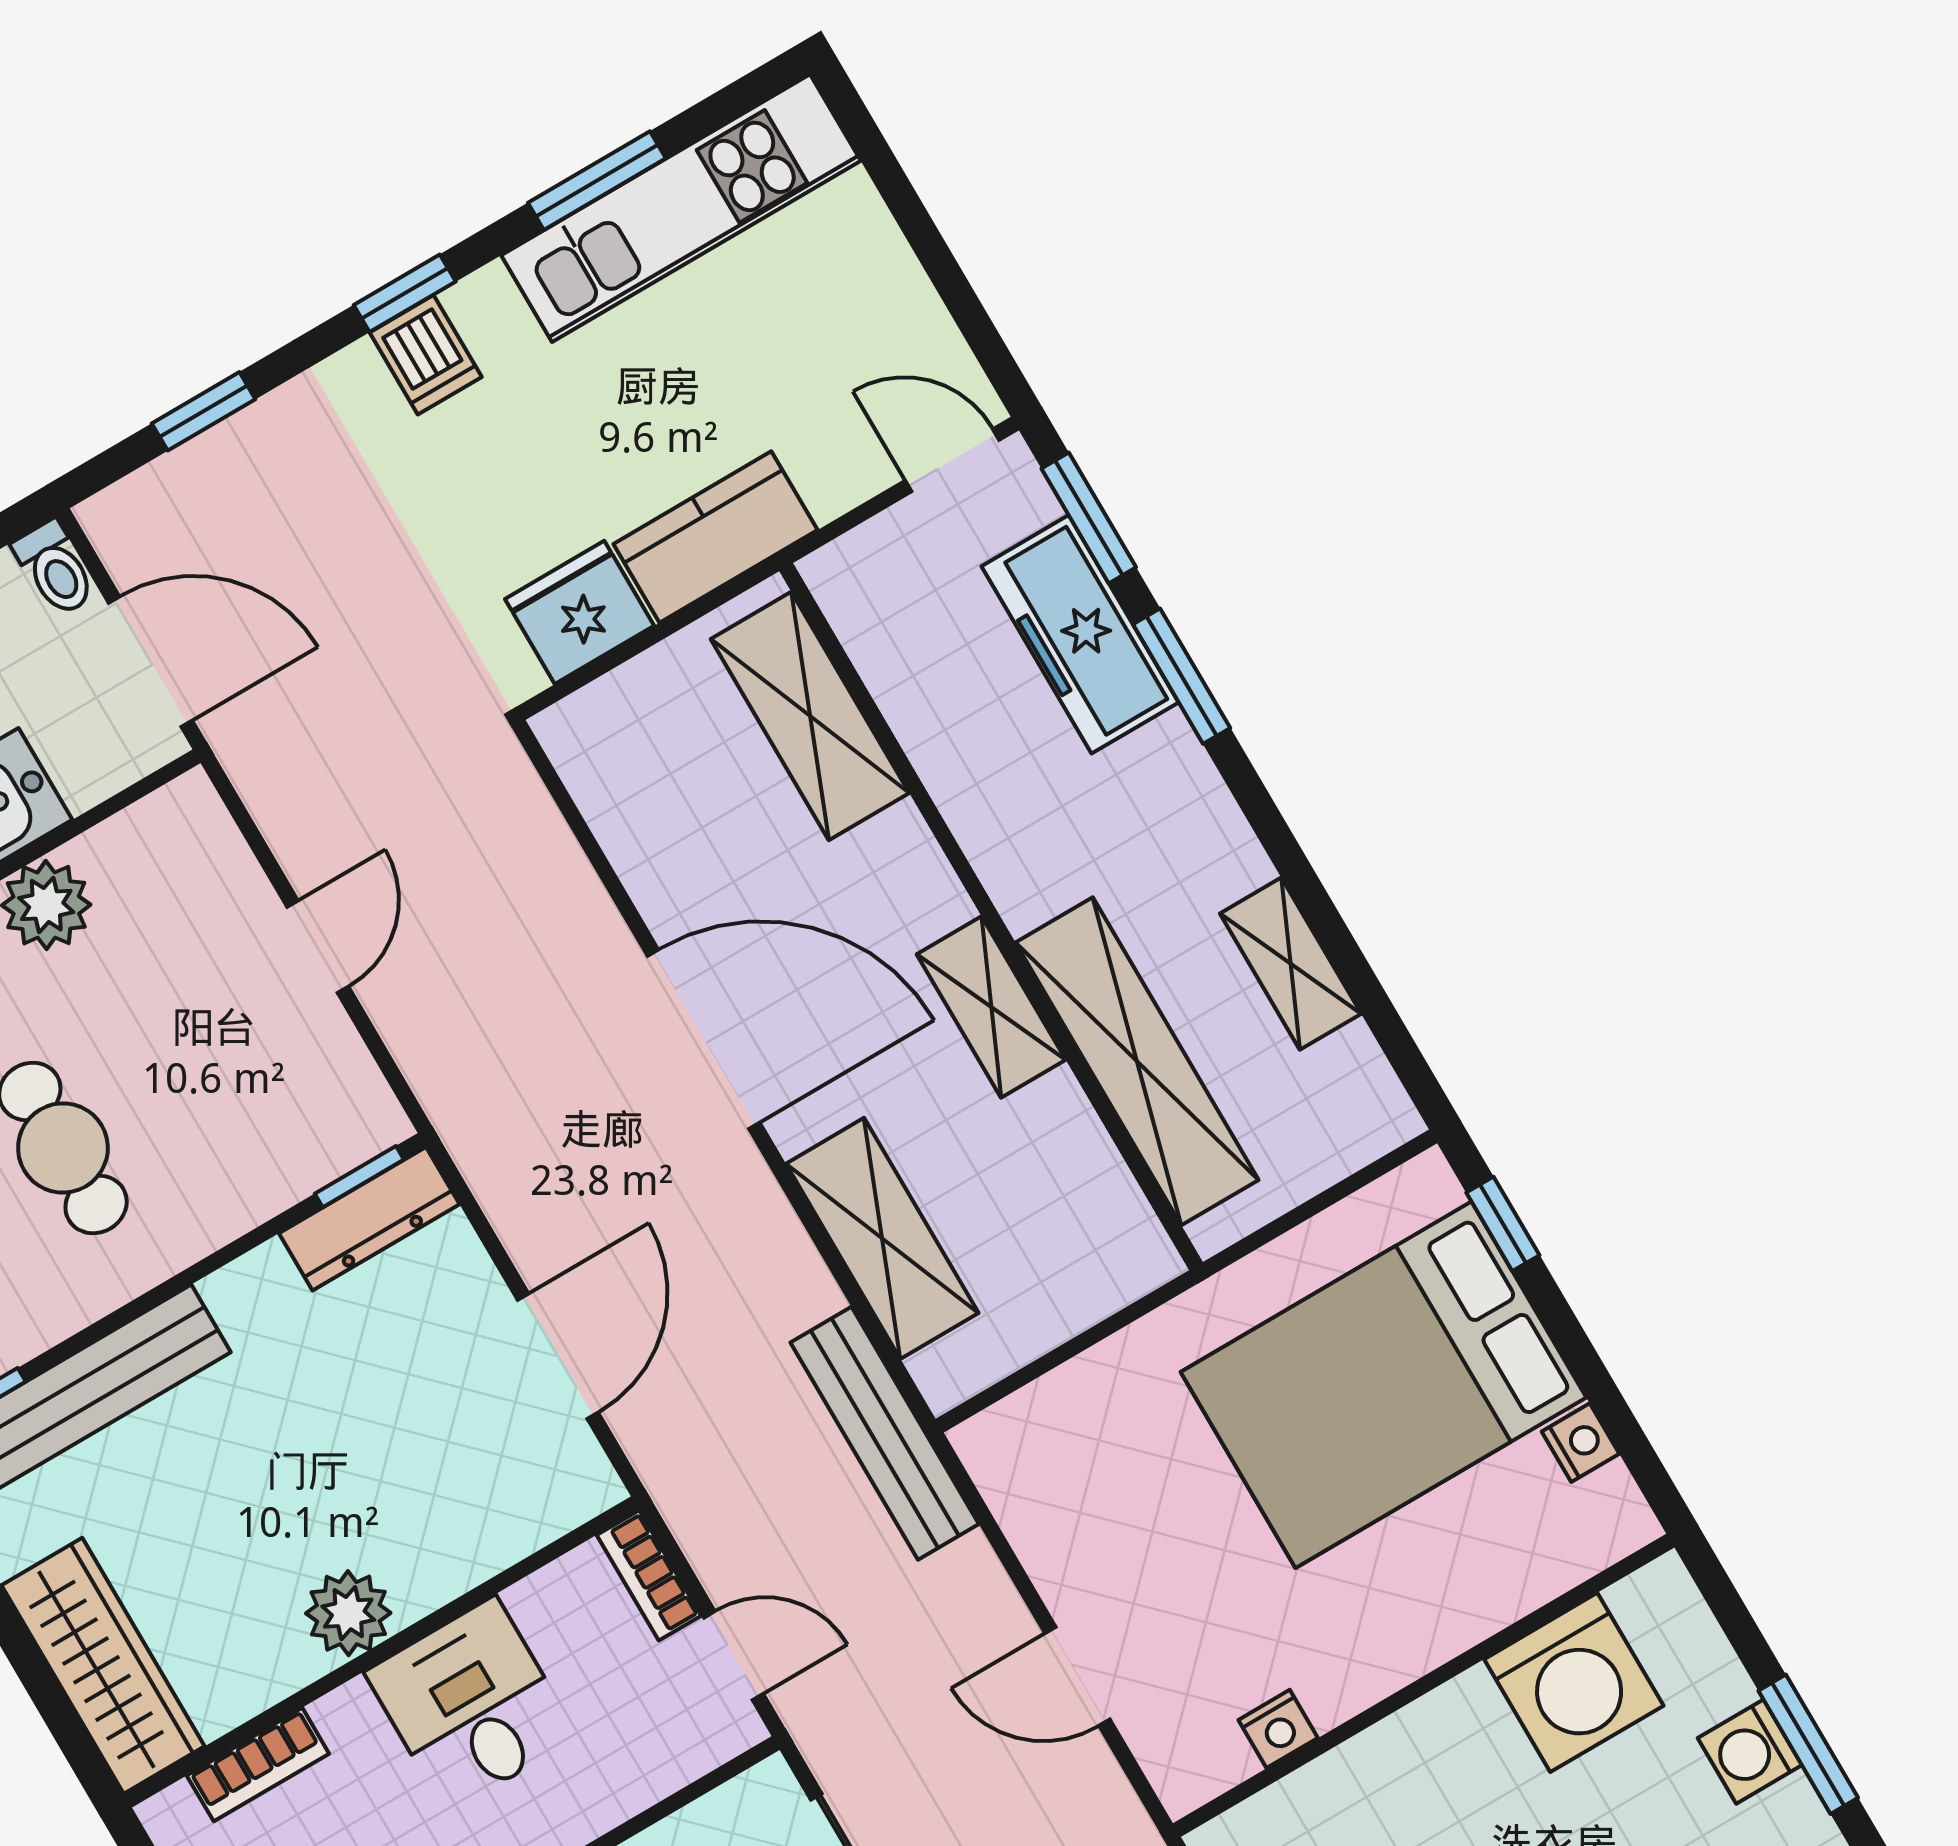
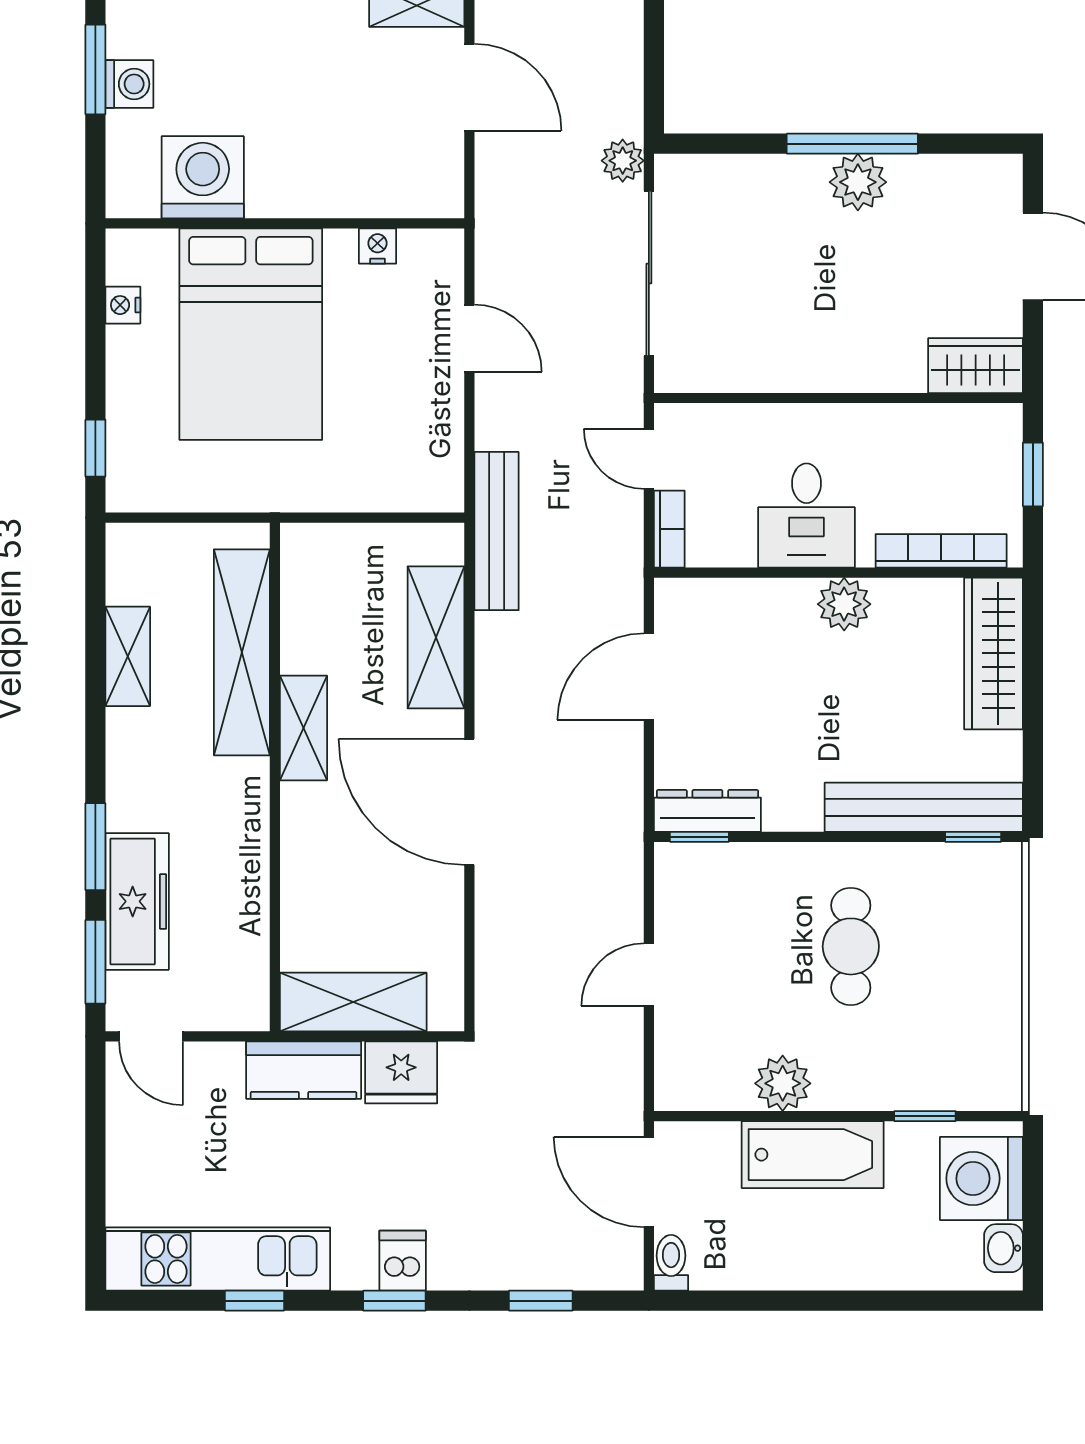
window: (597, 181) -> (254, 1301), width x0.67
shelving: (810, 716) -> (353, 1002), moved, turned 90
bed: (1384, 1385) -> (251, 334), moved, turned 90
bookcase: (258, 1765) -> (941, 551), width x1.56

